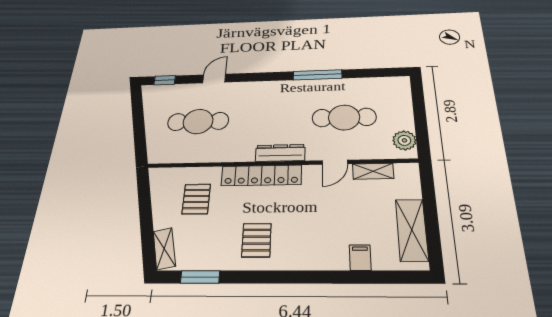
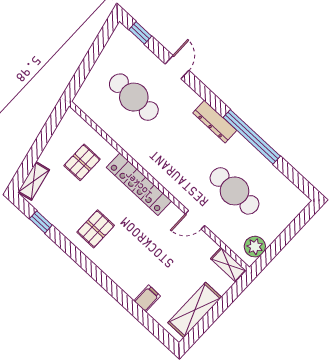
window: (317, 75) -> (252, 137), width x1.46
door: (214, 78) -> (177, 67), hinge flipped
dresser: (280, 153) -> (215, 122), moved, turned 180
shelving: (373, 171) -> (228, 265), moved
window: (200, 277) -> (41, 222), width x0.67

